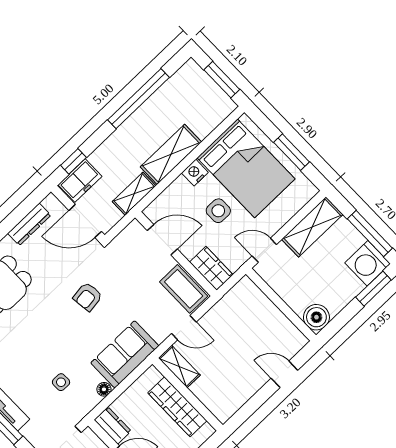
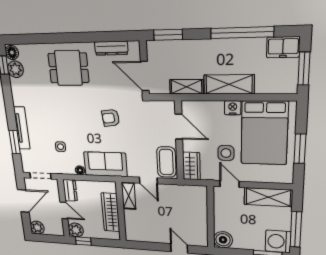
window: (73, 161) -> (168, 35), width x1.50
freezer: (80, 181) -> (283, 47), moved
side table: (218, 211) -> (226, 153), moved

